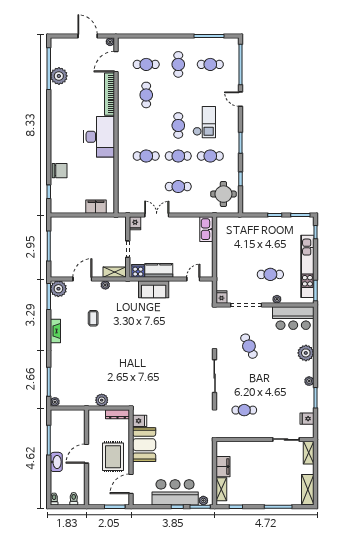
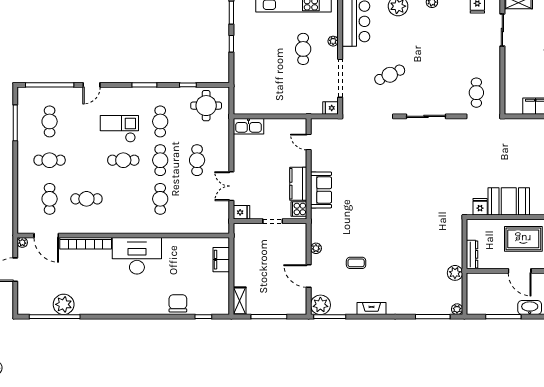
shelving: (115, 272) -> (240, 301), moved
plant: (102, 400) -> (455, 273), moved
cafe table: (244, 410) -> (476, 93), moved
dresser: (118, 414) -> (472, 254), moved

